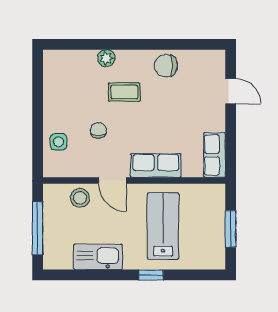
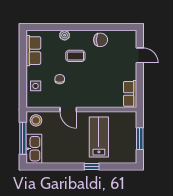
chair: (166, 66) -> (101, 40), turned 180
row of seats: (156, 165) -> (33, 51), moved, turned 90
stool: (80, 198) -> (36, 120), moved
kitchen sink: (98, 257) -> (34, 149), moved, turned 90

